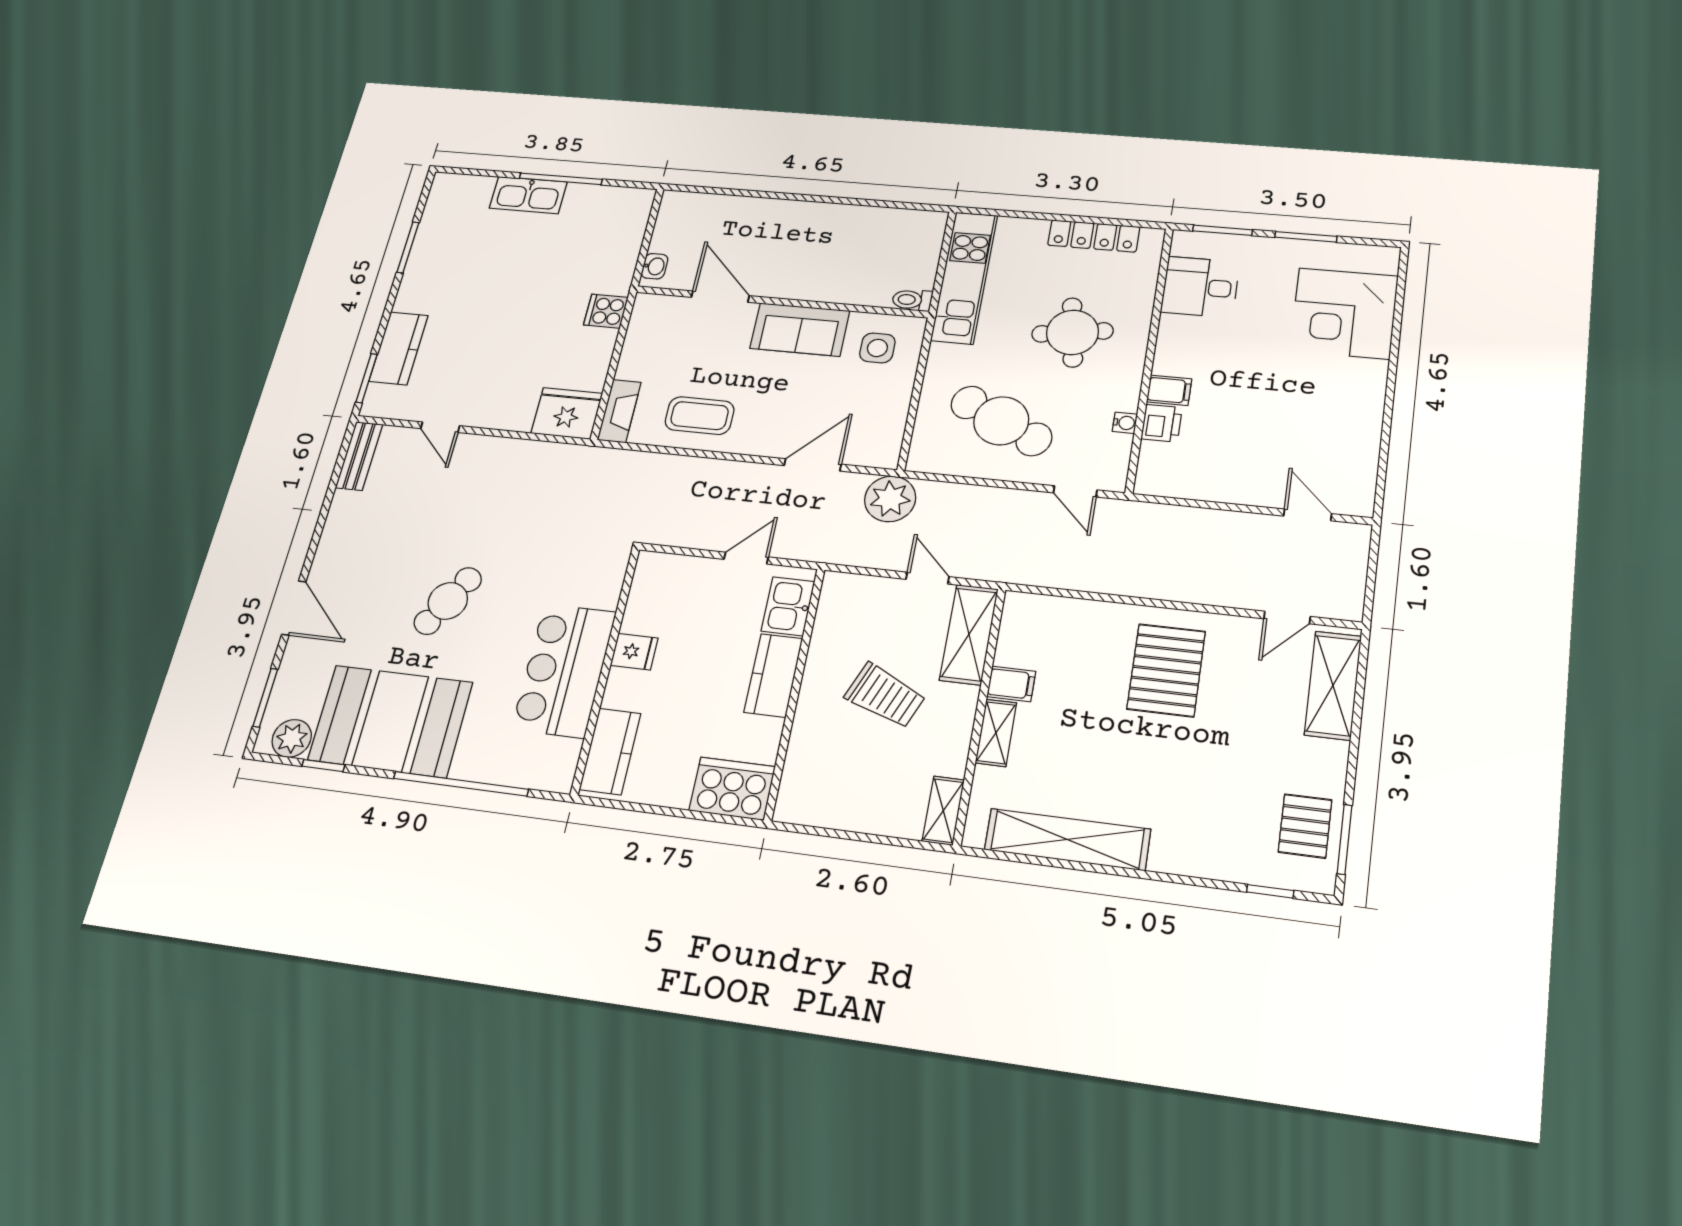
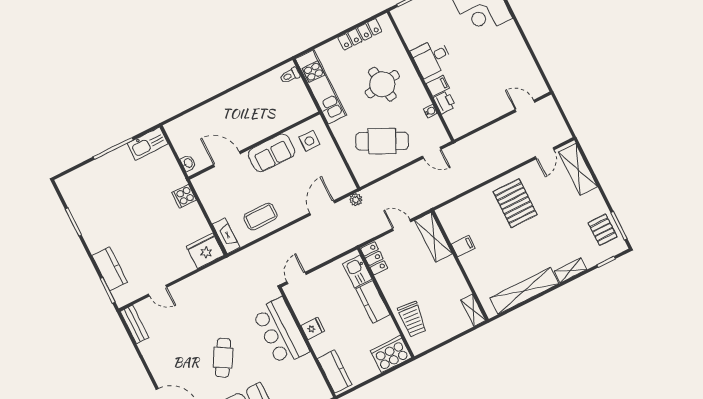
kitchen sink: (528, 195) -> (148, 144), moved
desk: (1200, 287) -> (432, 58), moved
toilet: (912, 300) -> (290, 76), moved
plant: (890, 499) -> (356, 200), width x0.53, depth x0.53
door: (746, 558) -> (296, 278), moved
locker: (835, 603) -> (374, 258), added
bar counter: (564, 670) -> (281, 332), moved
trolley: (885, 696) -> (412, 319), moved, turned 72
shelving: (996, 733) -> (570, 270), moved, turned 90

